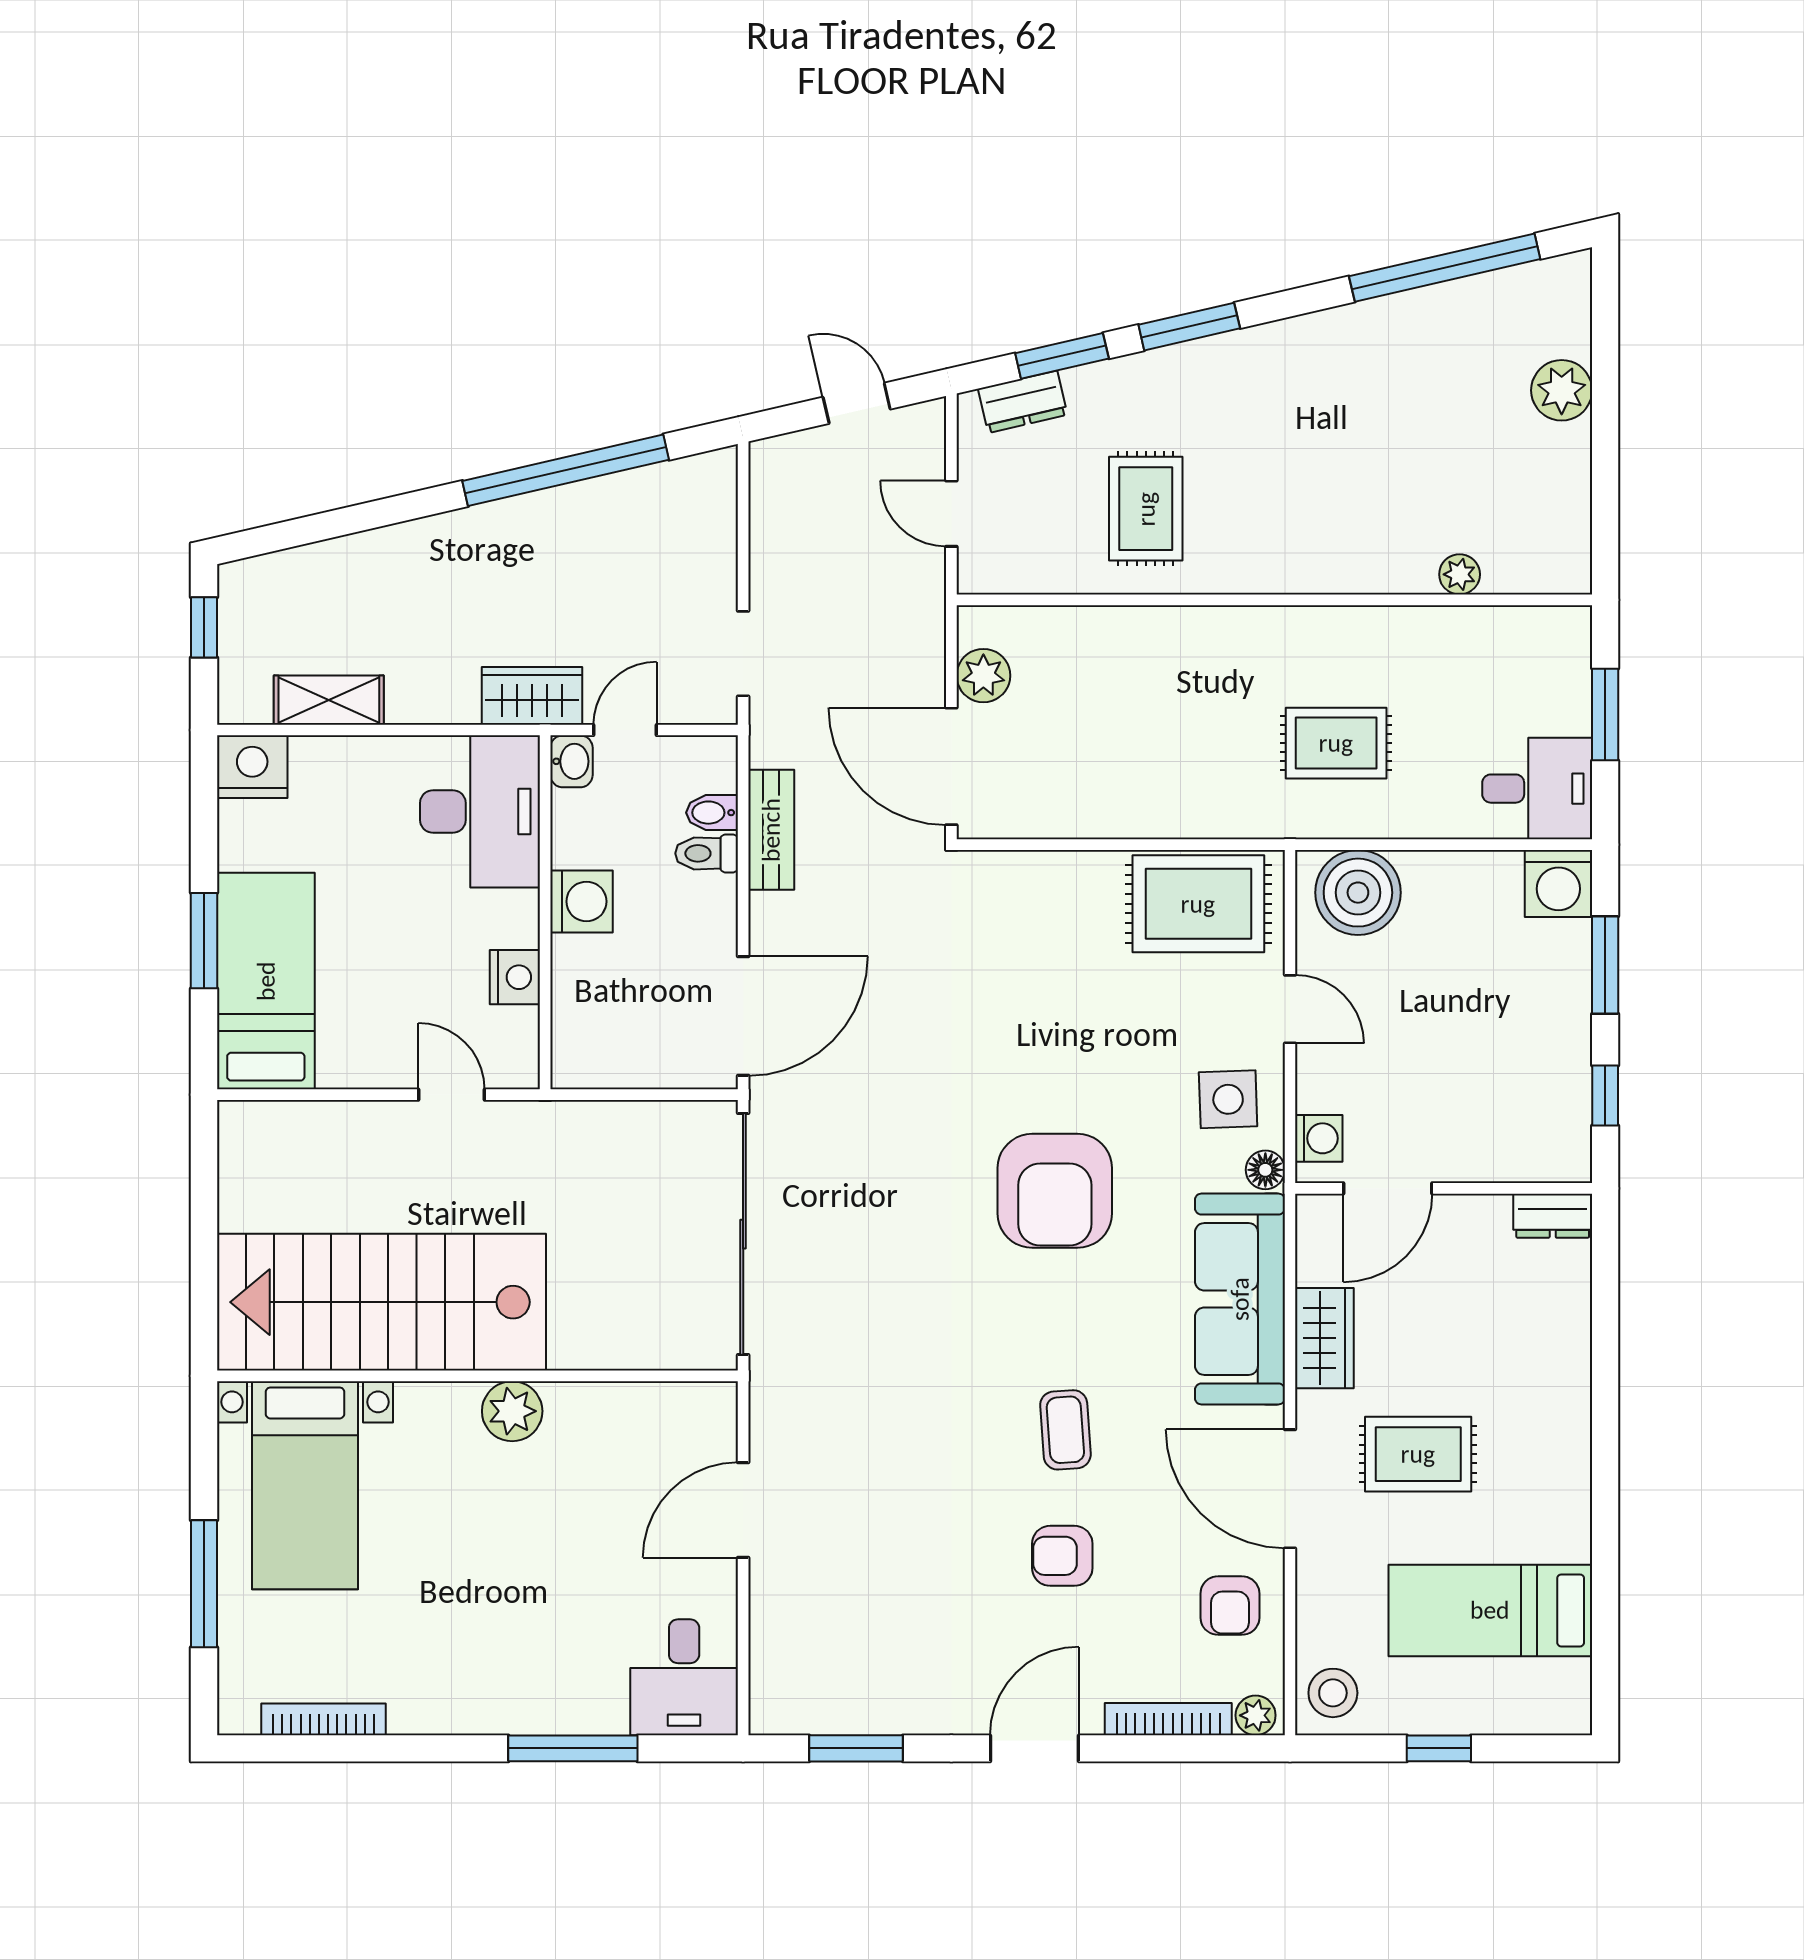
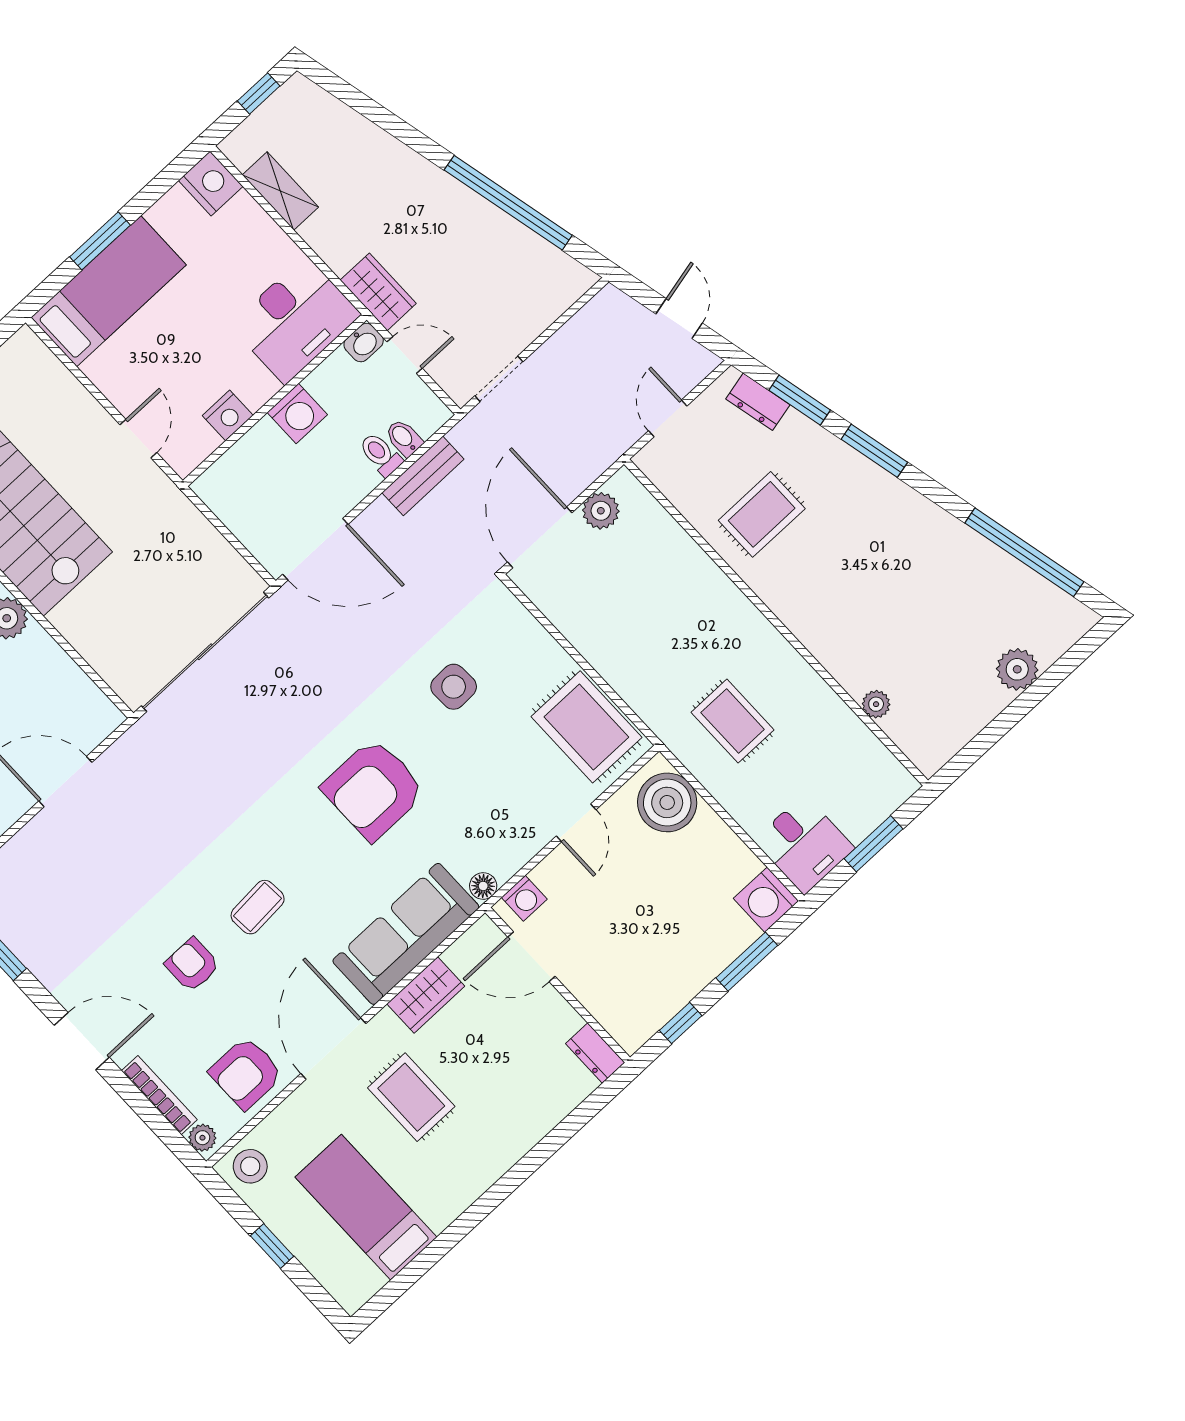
side table: (1228, 1099) -> (454, 687), moved
armchair: (1230, 1606) -> (246, 1073), width x1.38, depth x1.38

